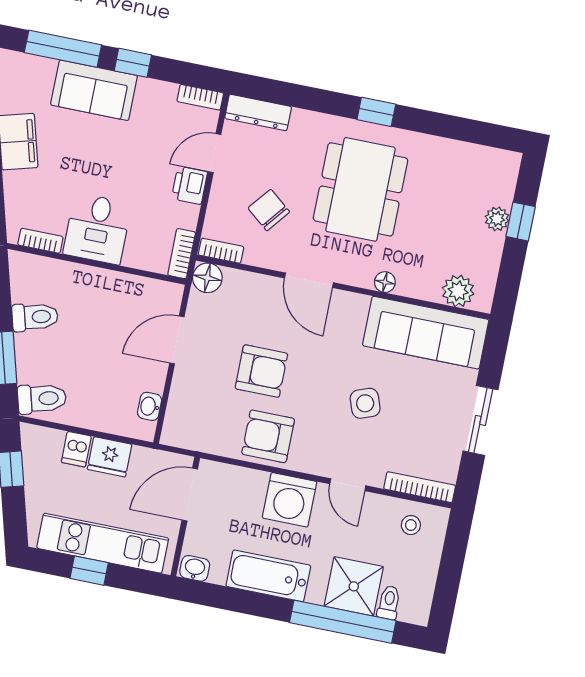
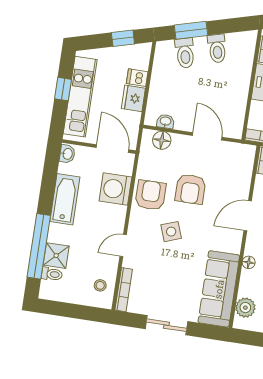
floor lamp: (207, 278) -> (162, 140), moved
toilet: (42, 399) -> (185, 53), moved
side table: (365, 403) -> (171, 232), moved
washing machine: (290, 500) -> (115, 189), moved
shower: (354, 586) -> (56, 256), width x0.73, depth x0.73

